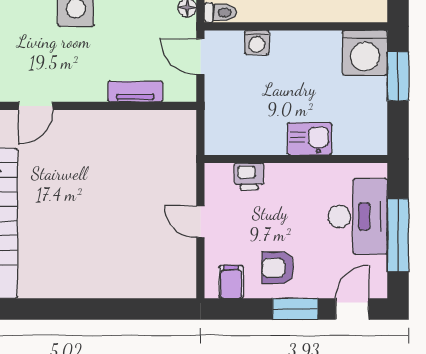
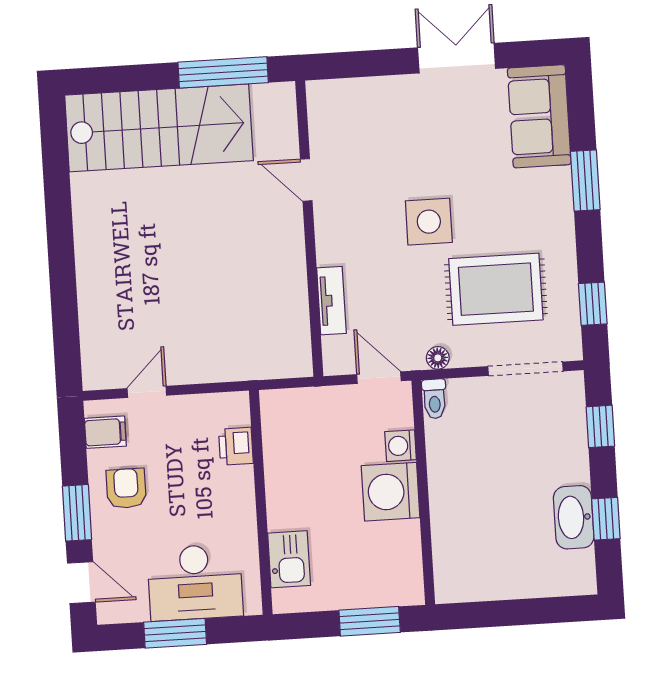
washing machine: (365, 53) -> (391, 492), moved
door: (200, 57) -> (379, 378), hinge flipped
kitchen sink: (310, 139) -> (289, 559), moved
door: (200, 222) -> (147, 392), moved
window: (398, 235) -> (175, 633), width x0.69

